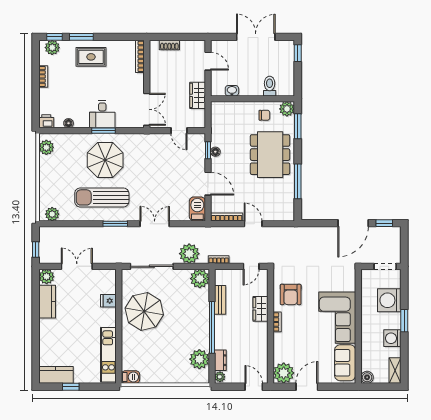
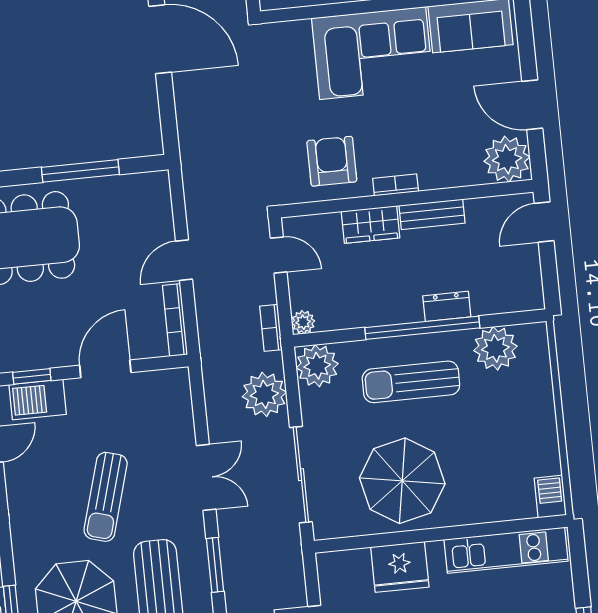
floor lamp: (215, 152) -> (33, 360), removed
sun lounger: (151, 178) -> (106, 497), added
barbecue: (197, 209) -> (38, 399), moved
double door: (155, 224) -> (206, 477), swing flipped
armchair: (291, 294) -> (332, 161), turned -90
bench: (220, 300) -> (432, 214), moved
fridge: (108, 301) -> (400, 567), width x1.88, depth x1.34
sun lounger: (188, 320) -> (411, 382), added
dresser: (220, 360) -> (447, 306), moved
plant: (220, 377) -> (303, 322), moved

